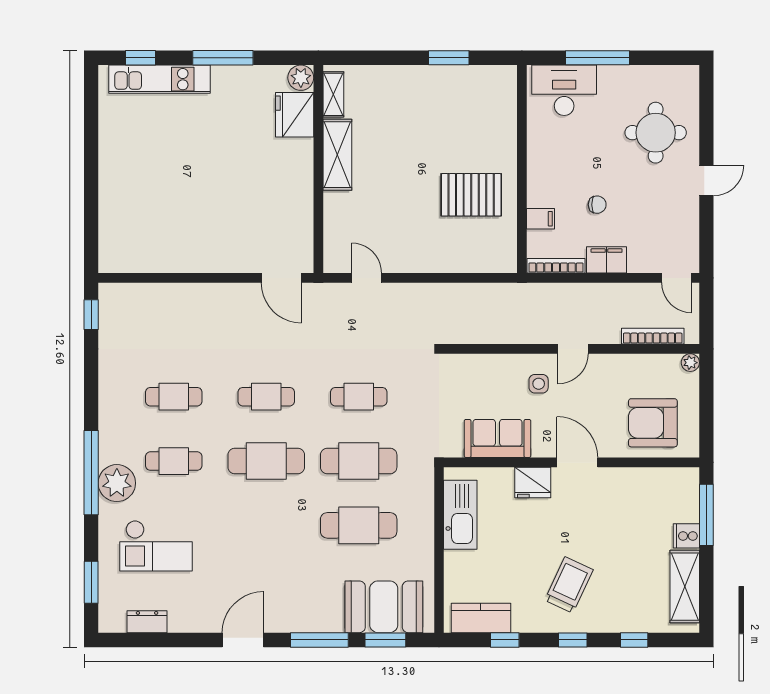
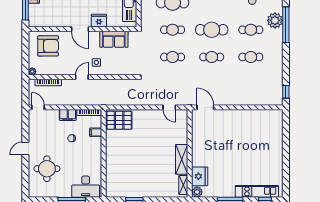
pallet: (471, 195) -> (119, 120), moved
cafe table: (359, 461) -> (173, 30), width x0.73, depth x0.74

